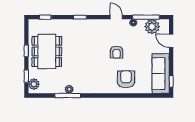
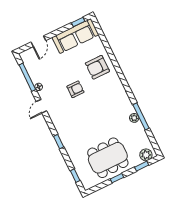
plant: (152, 27) -> (34, 67), removed

